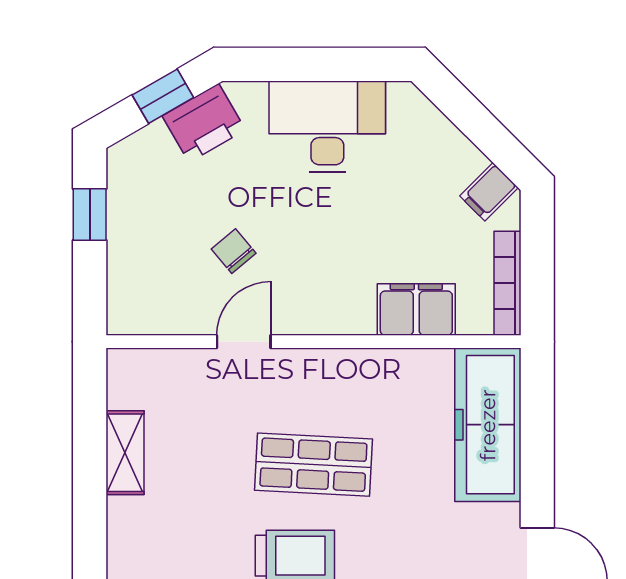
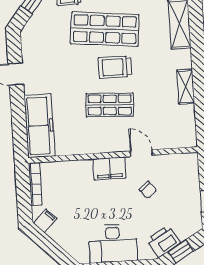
filing cabinet: (416, 310) -> (109, 168), moved
door: (244, 342) -> (141, 153), swing flipped
shelving: (125, 453) -> (186, 87), moved

